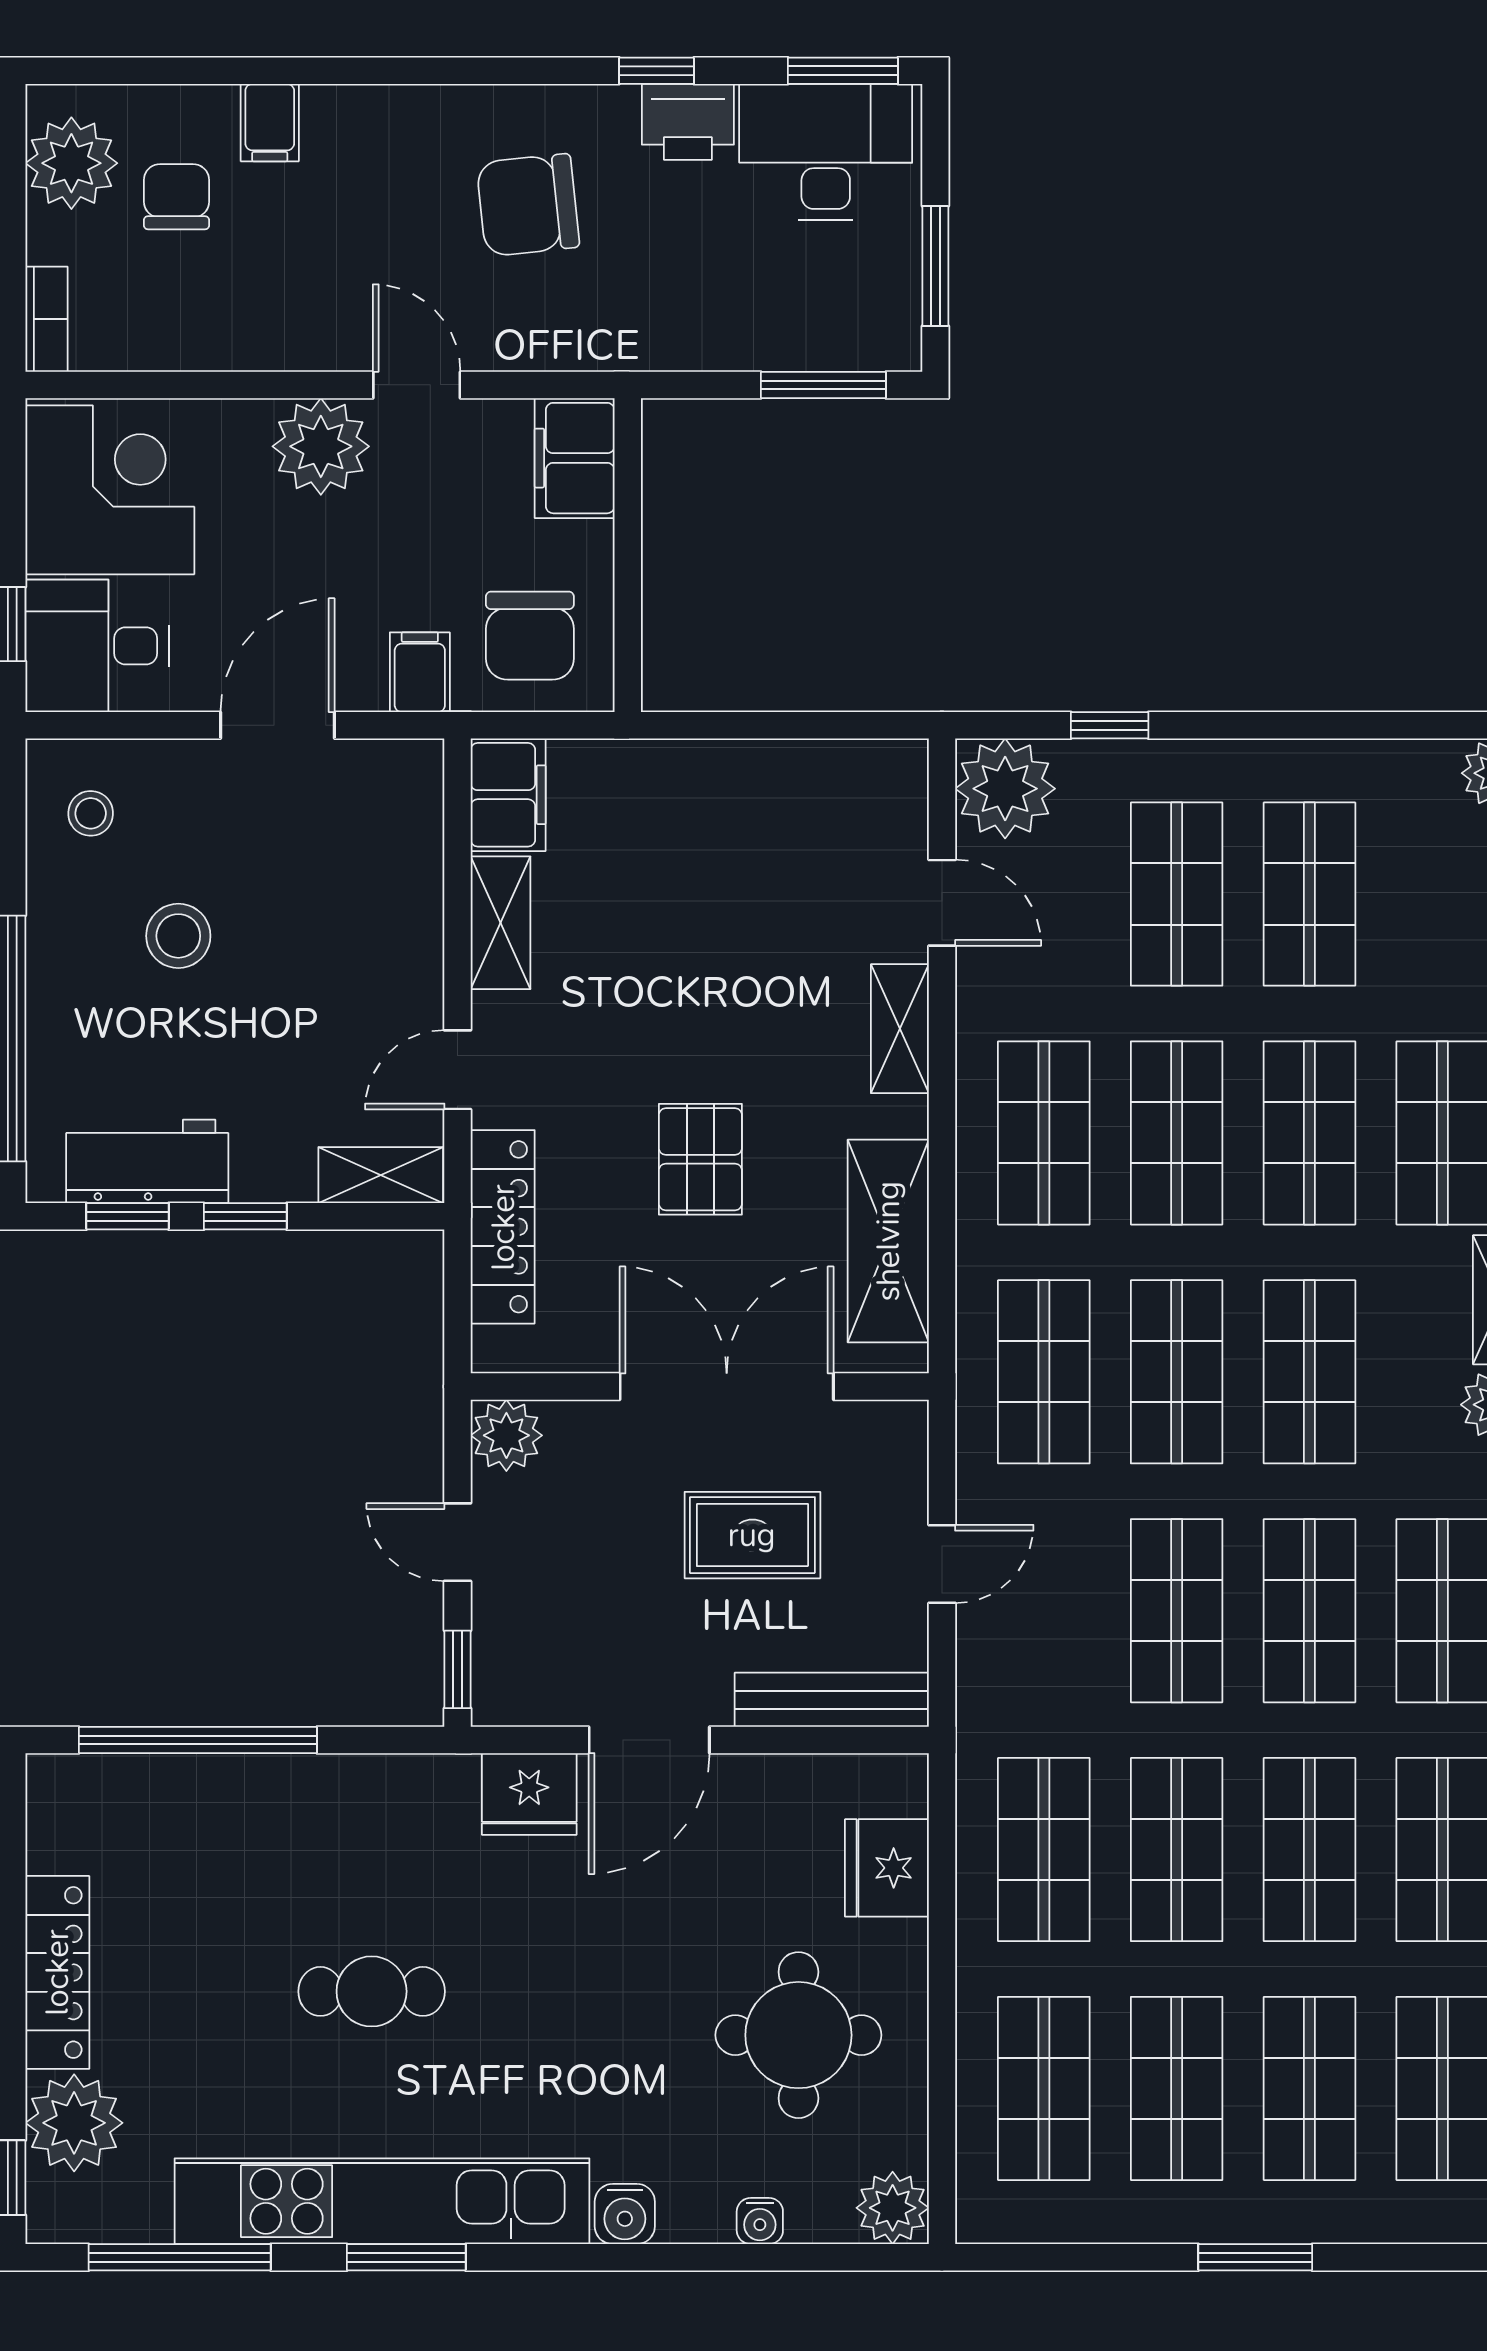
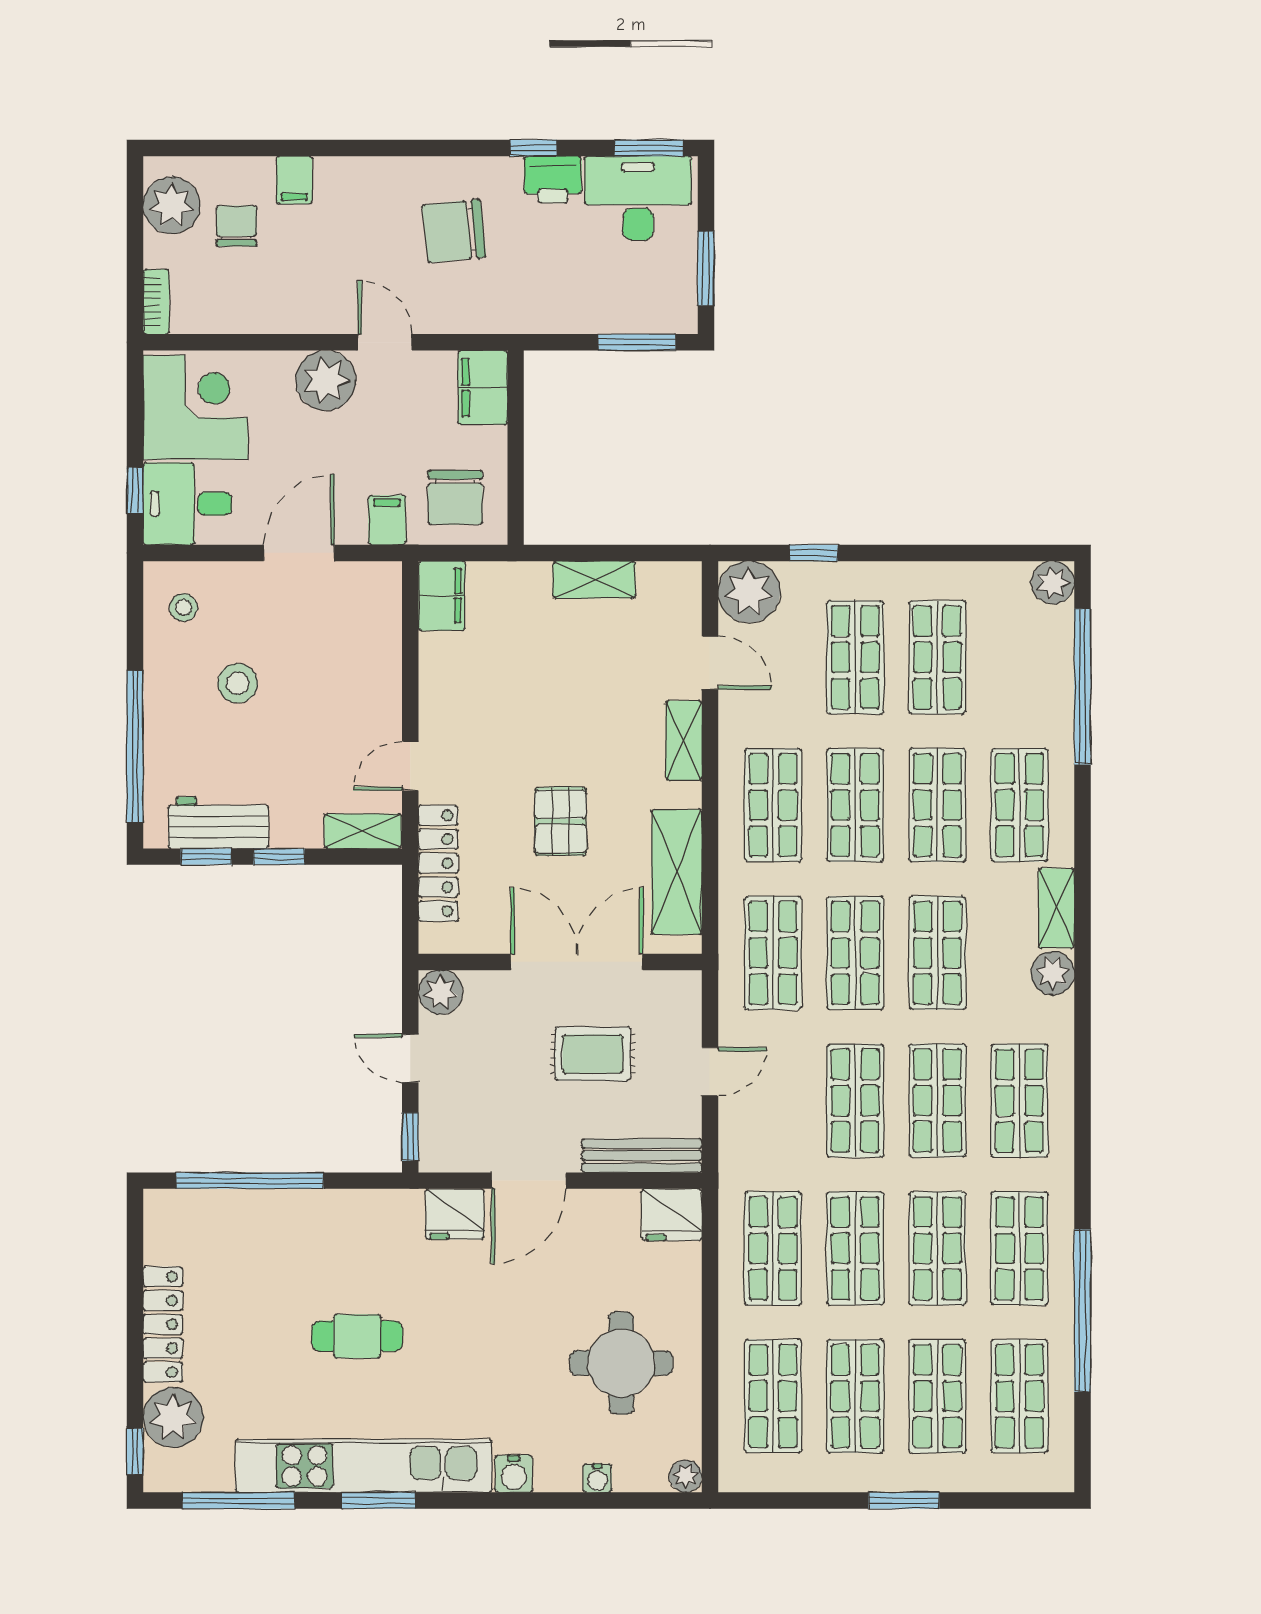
shelving: (500, 923) -> (594, 580), moved, turned 90
fridge: (887, 1868) -> (672, 1215), moved, turned -90
plant: (893, 2208) -> (686, 1476), width x0.73, depth x0.73

